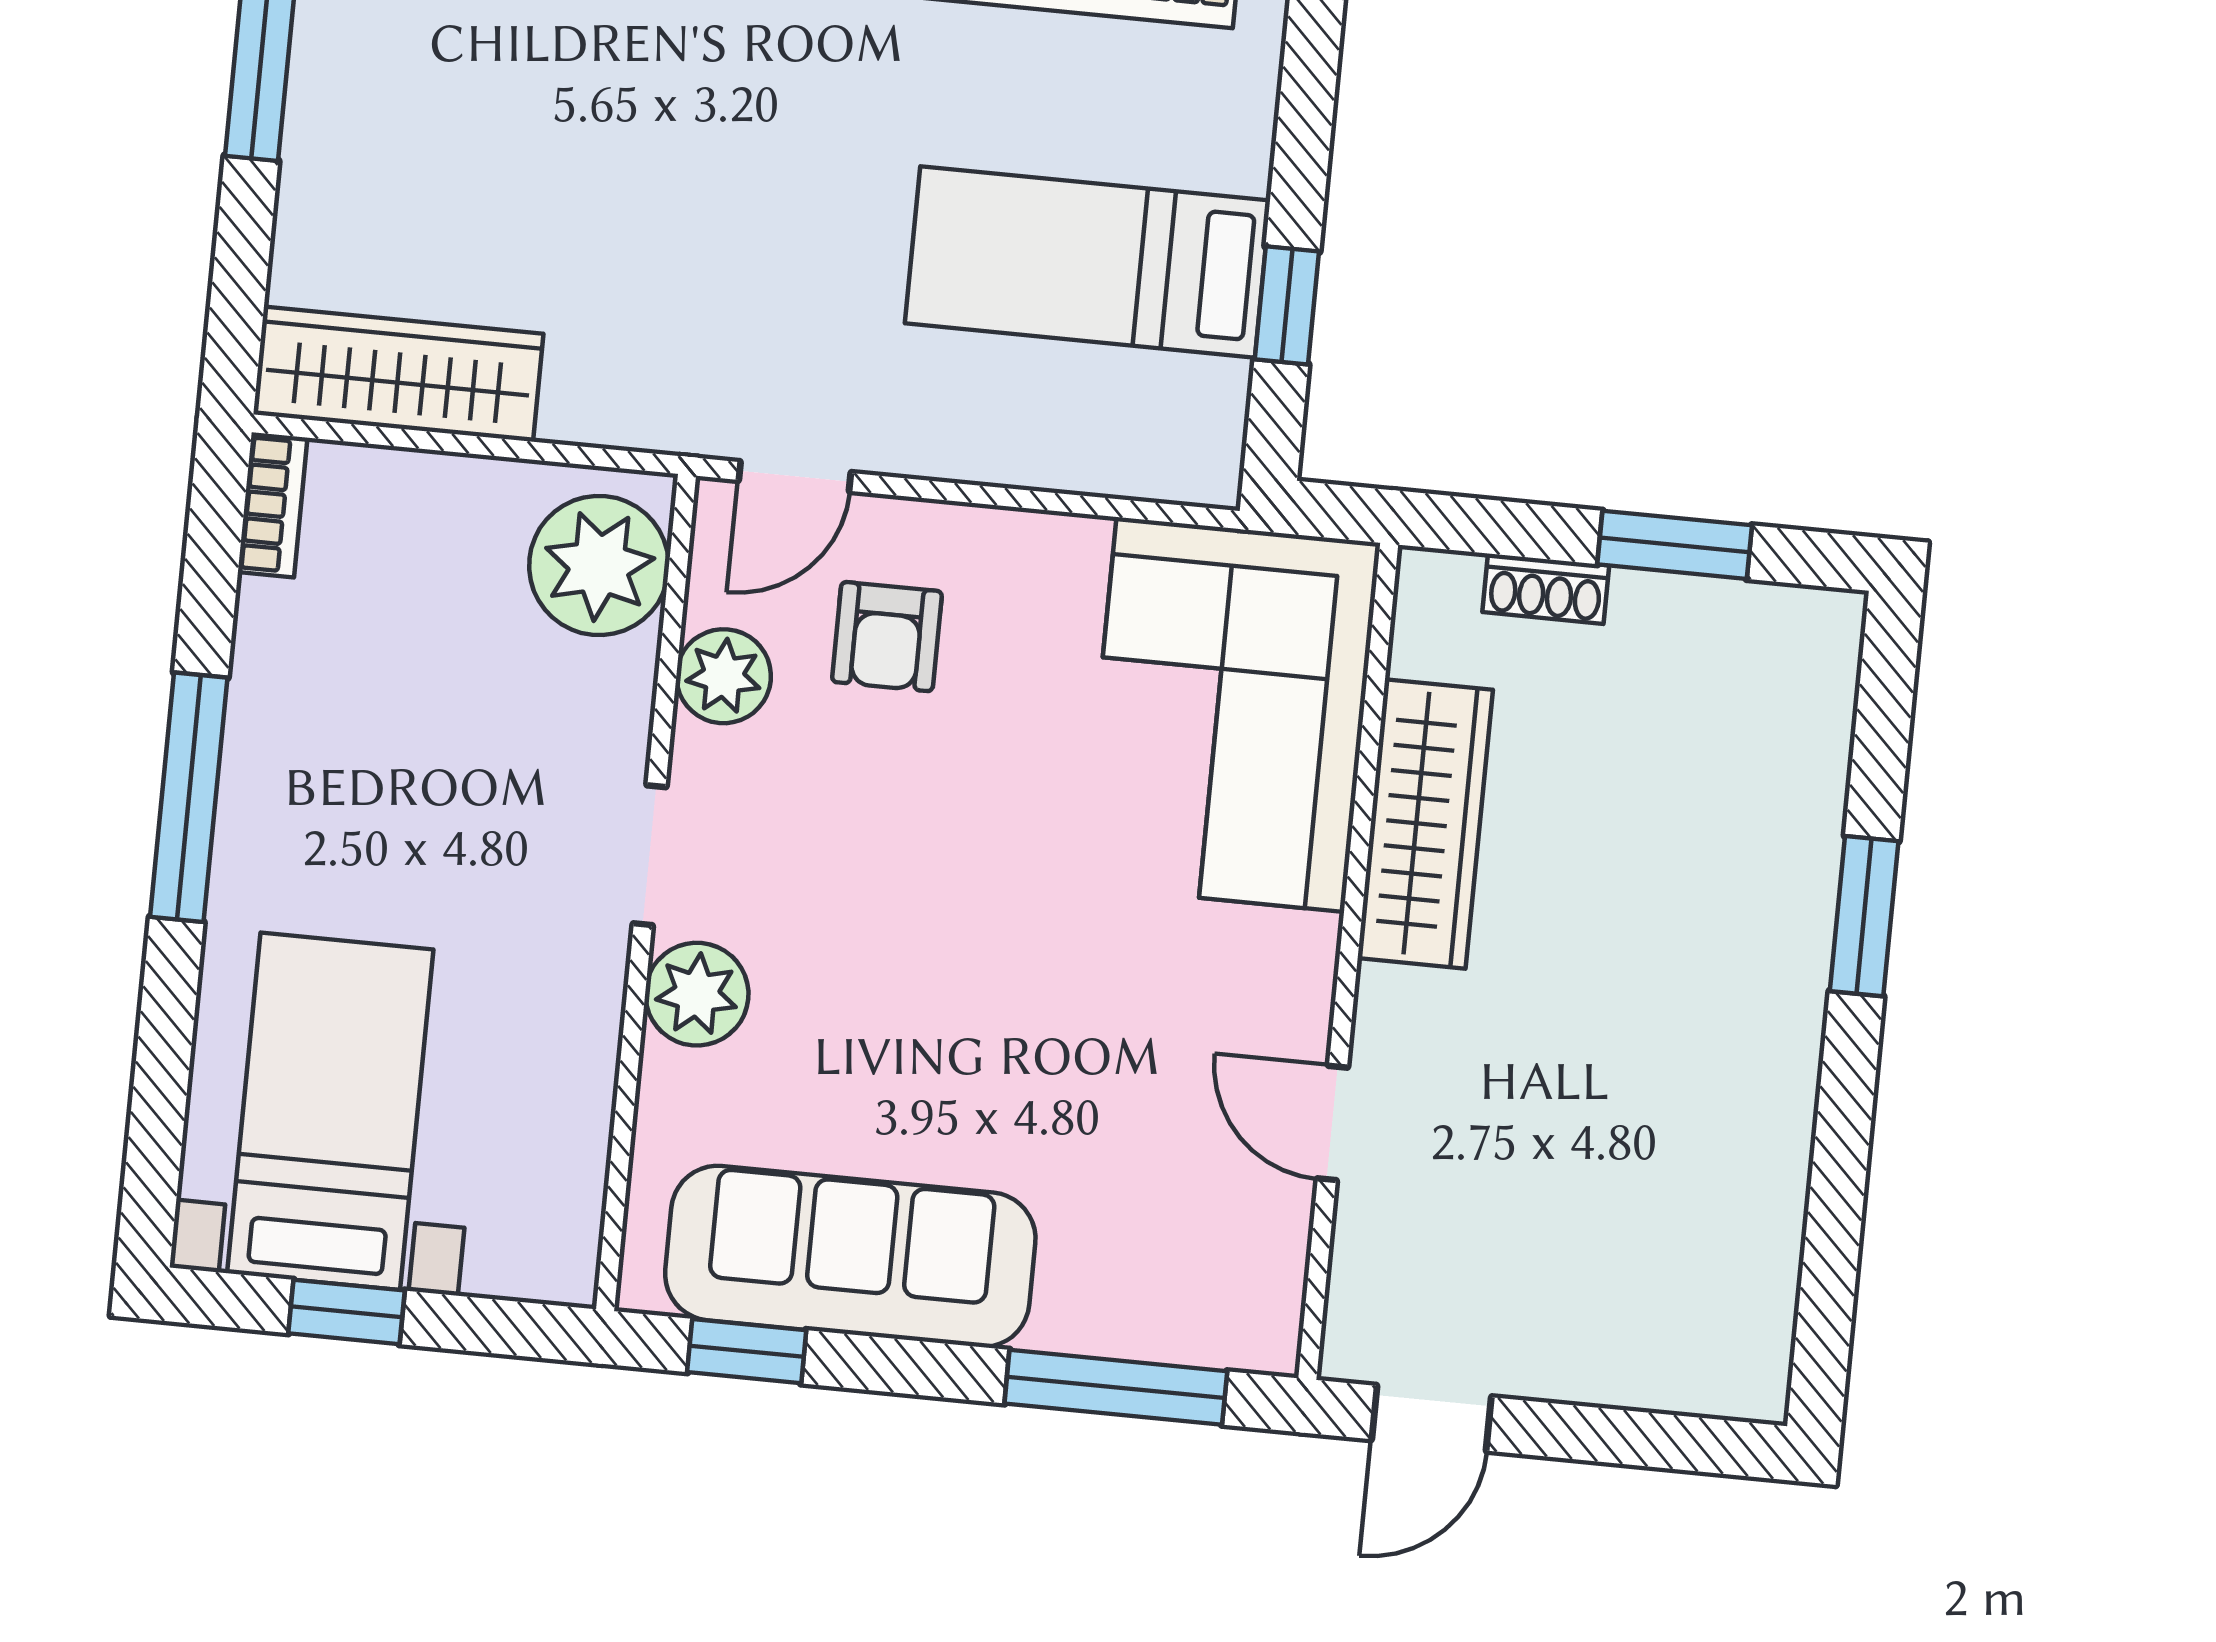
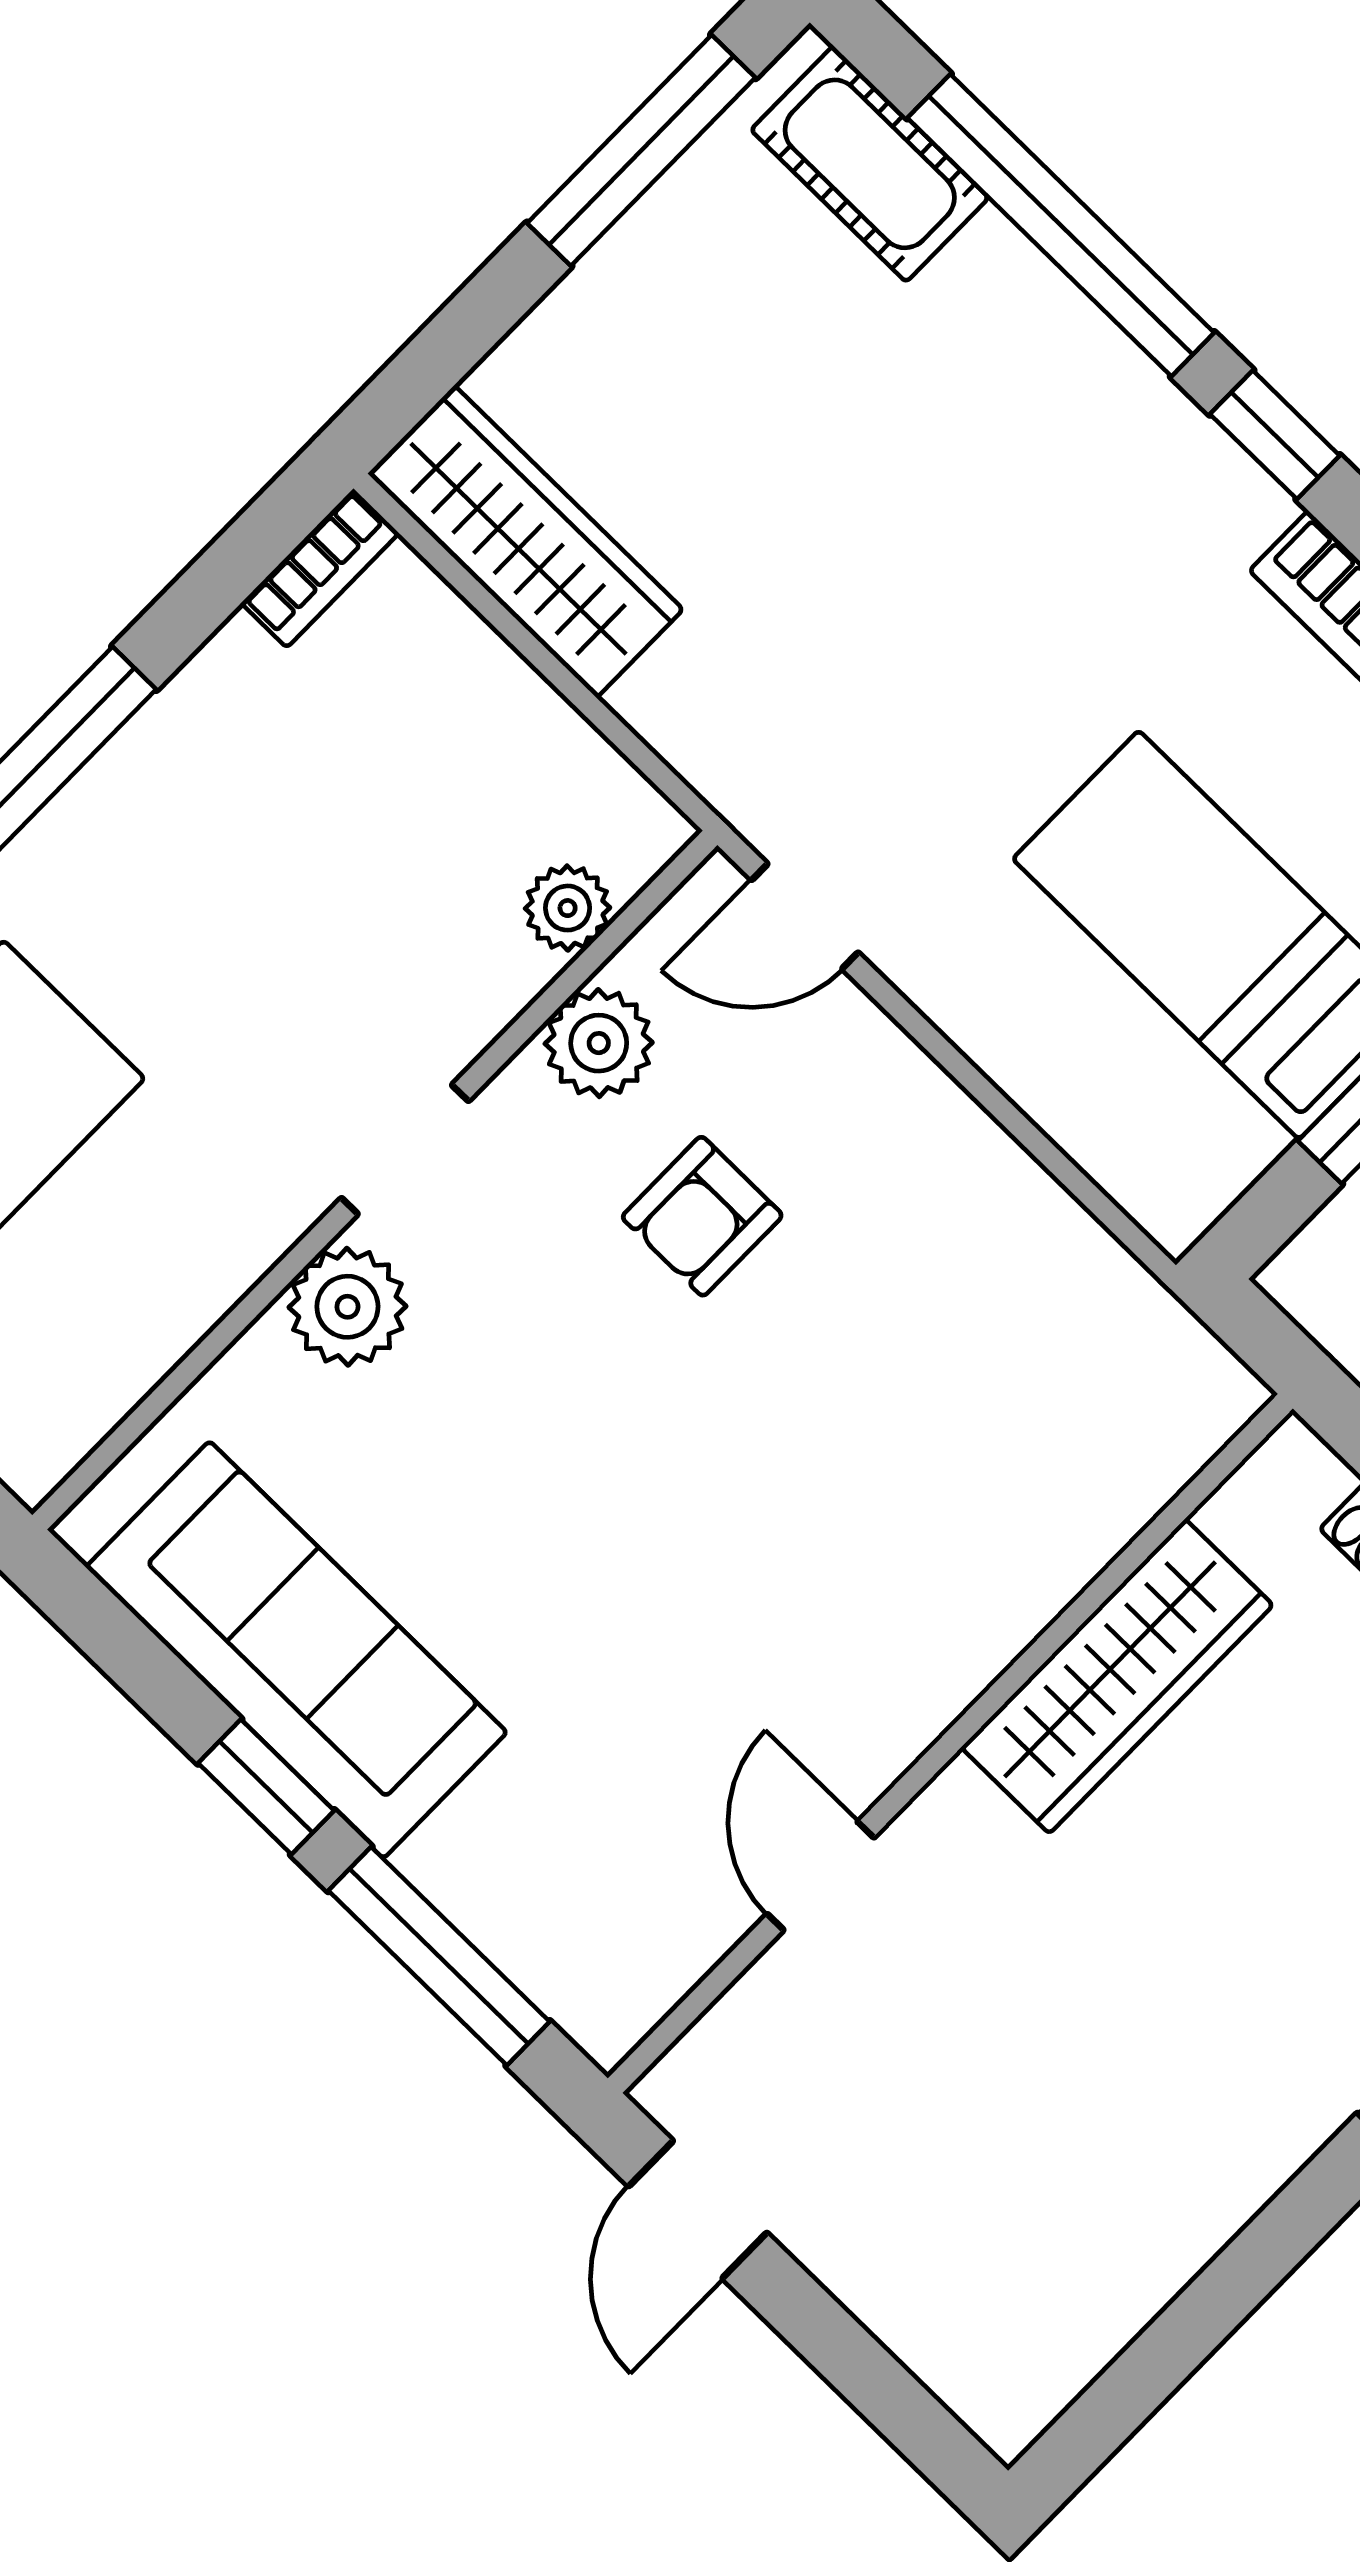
plant: (599, 566) -> (568, 908), width x0.53, depth x0.53
armchair: (887, 637) -> (702, 1216), moved
corner sofa: (1230, 715) -> (1022, 1440), removed
window: (747, 1351) -> (266, 1787), moved
door: (1432, 1418) -> (698, 2209), hinge flipped

